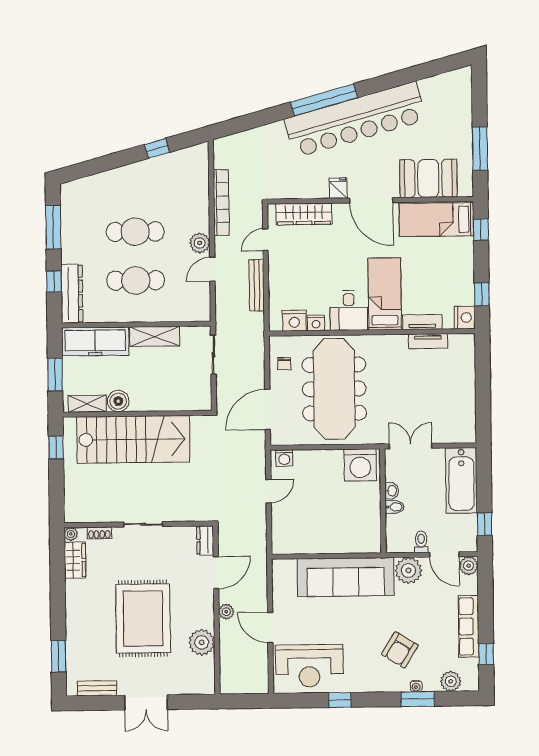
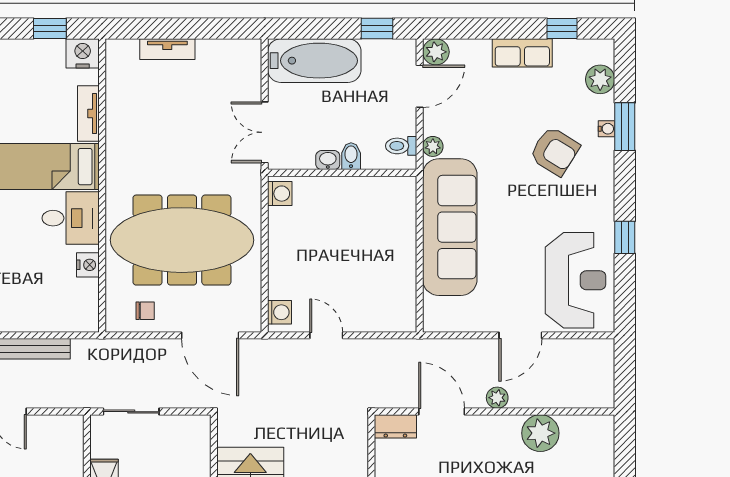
nightstand: (294, 321) -> (84, 296), removed
tv unit: (428, 341) -> (167, 49), moved, turned 90
washing machine: (360, 465) -> (280, 194), width x0.53, depth x0.53
toilet: (421, 542) -> (401, 146), moved
plant: (408, 570) -> (433, 146), width x0.53, depth x0.53
row of seats: (469, 626) -> (522, 53), width x0.68

